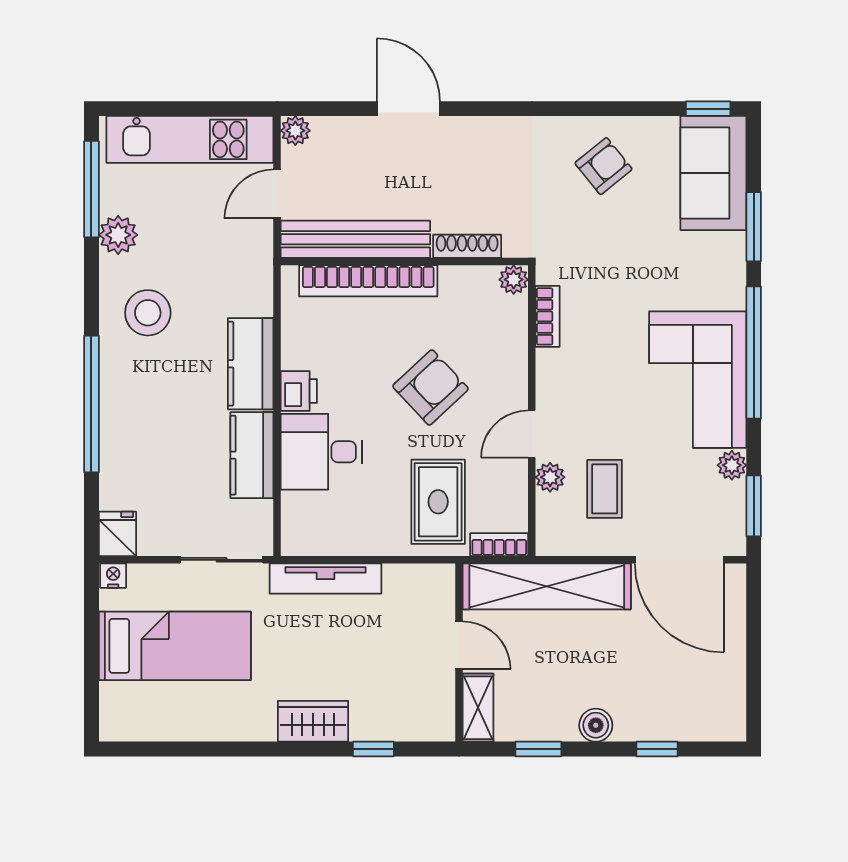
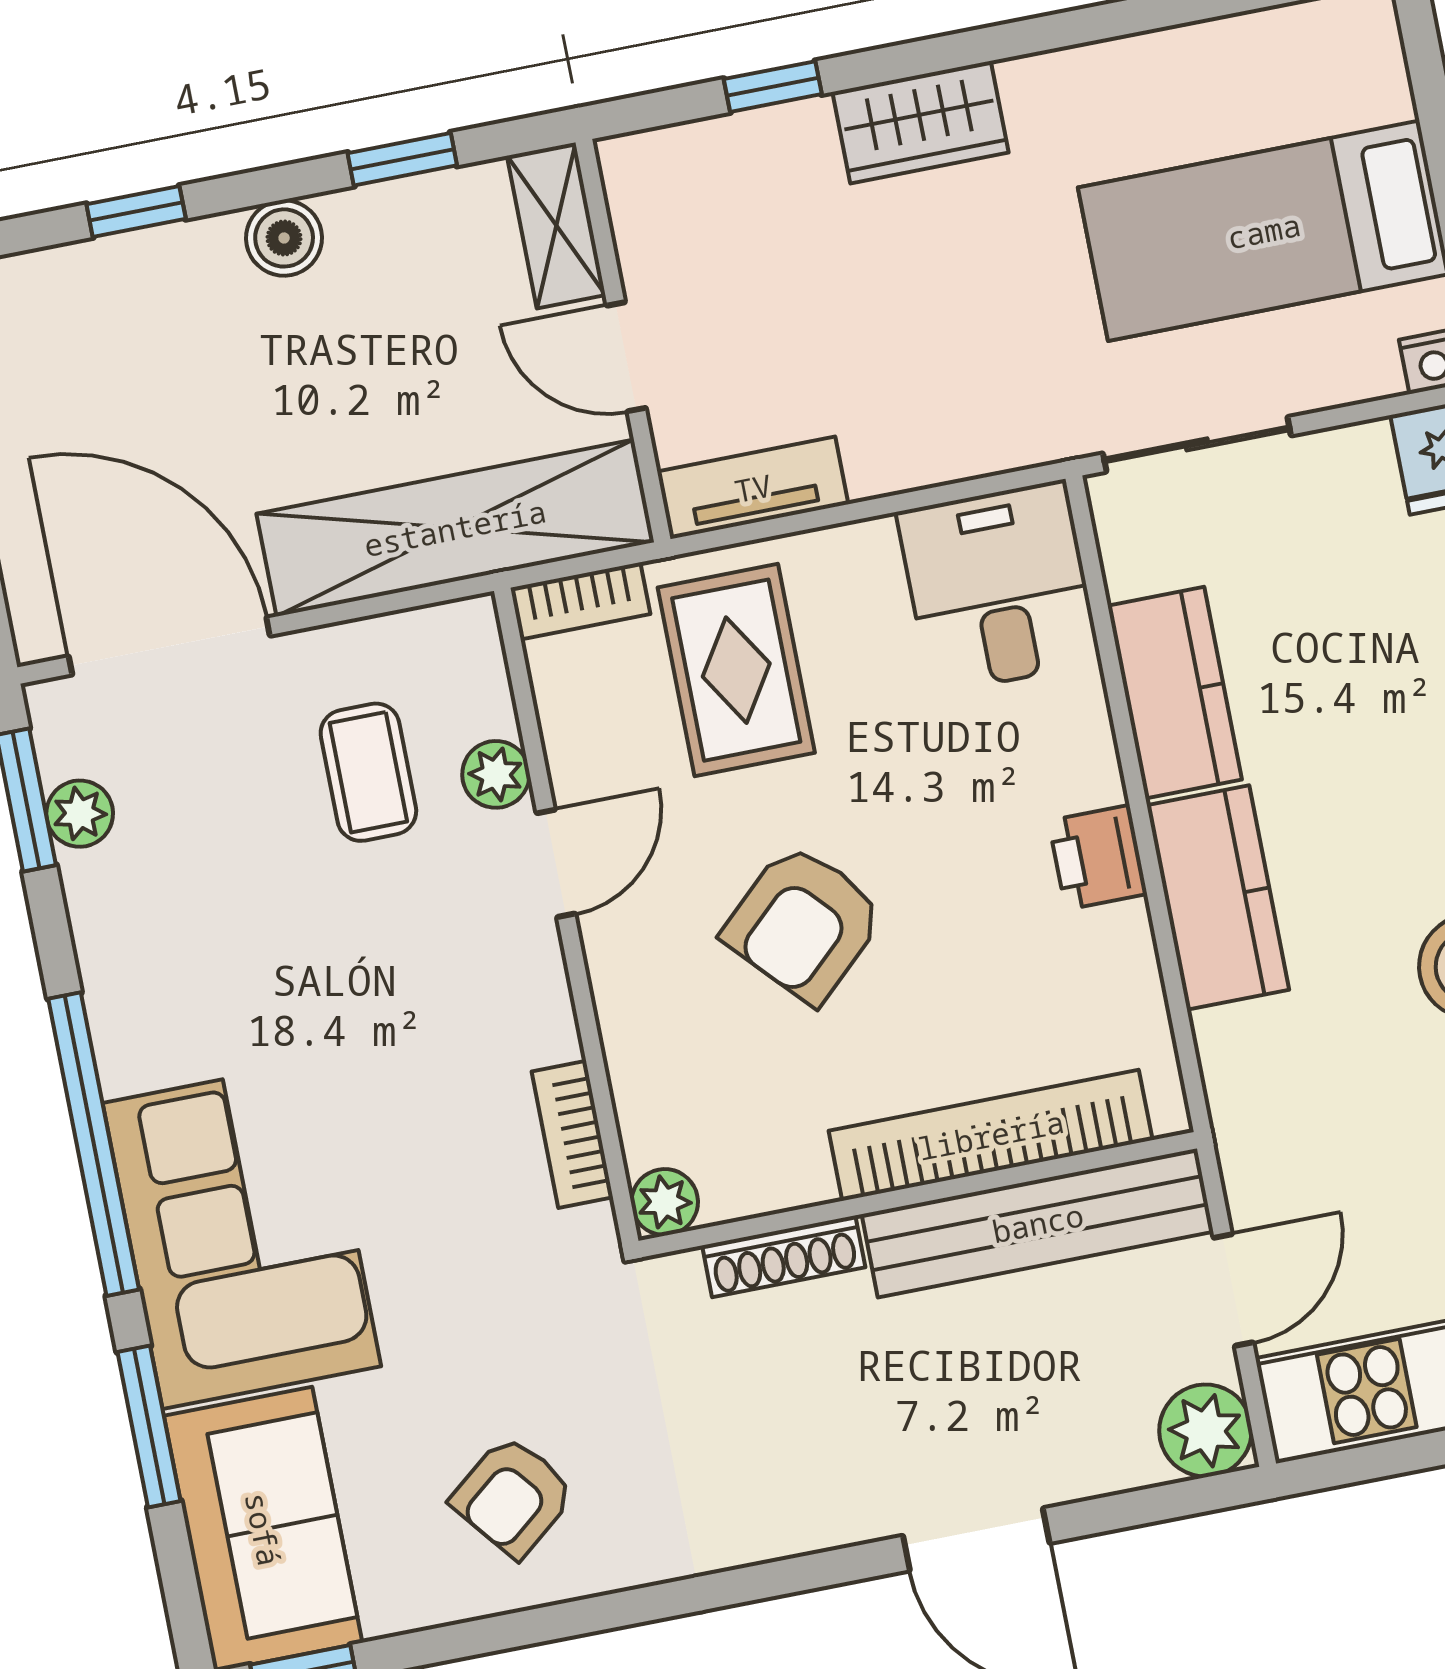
plant: (295, 131) -> (1205, 1430), width x1.38, depth x1.38
corner sofa: (698, 380) -> (242, 1235), moved
desk: (322, 452) -> (999, 587), moved, turned -90
plant: (732, 465) -> (80, 814), moved
tv unit: (325, 579) -> (753, 488), moved, width x0.71

